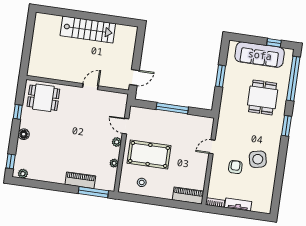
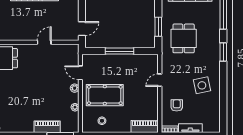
window: (220, 76) -> (158, 27), moved
dining table: (263, 97) -> (184, 38), moved
armchair: (235, 167) -> (177, 105), moved

